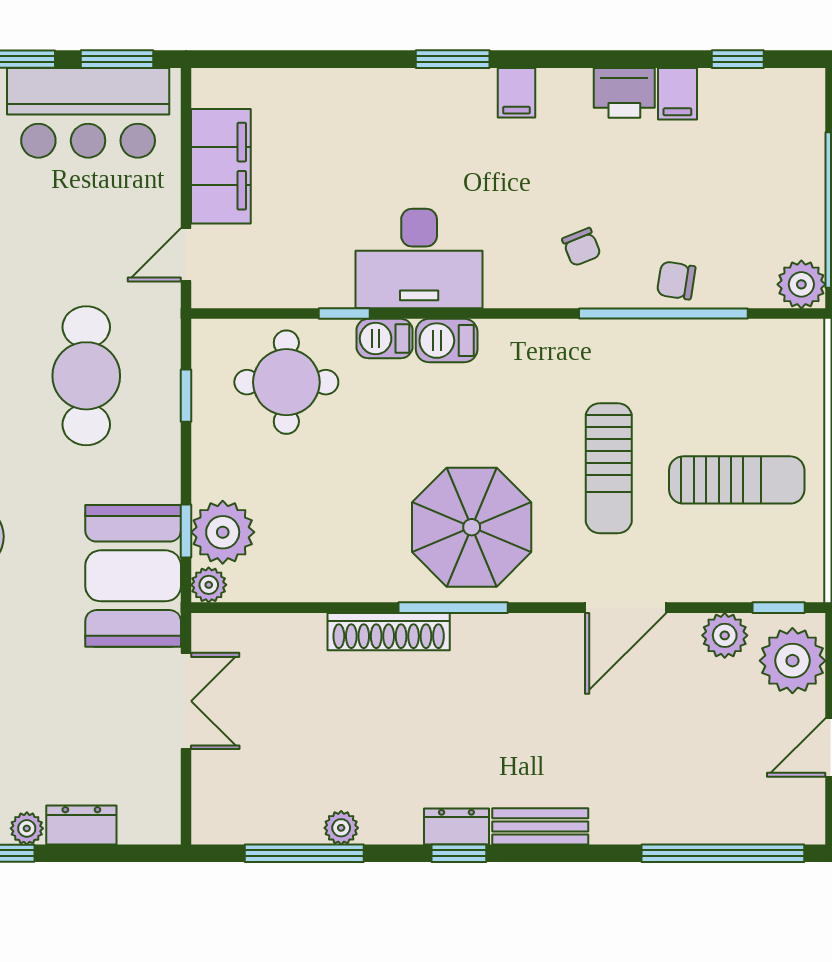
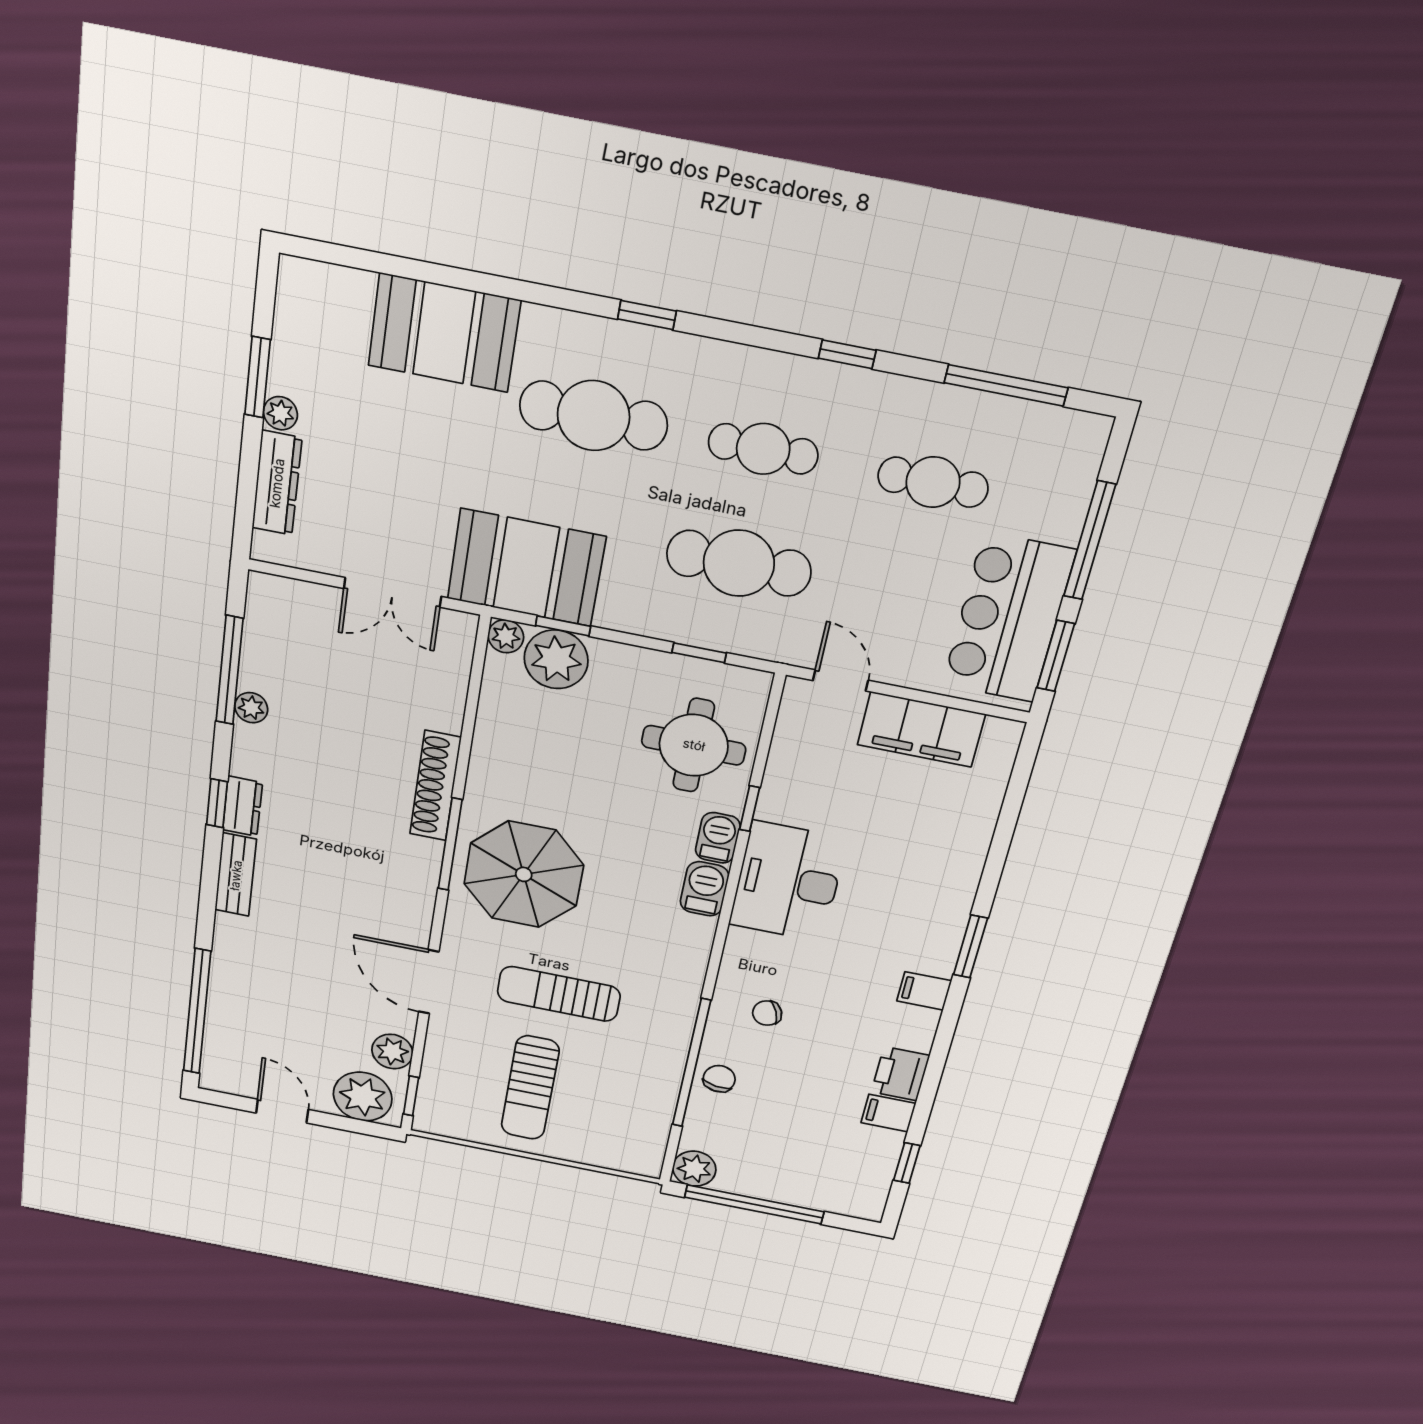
dresser: (81, 825) -> (277, 483), width x1.44

